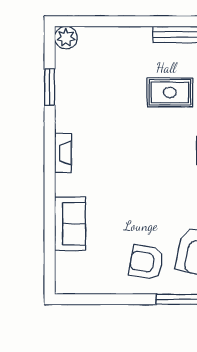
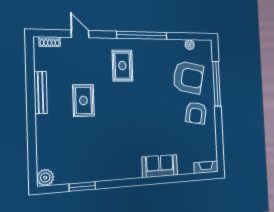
fireplace: (63, 153) -> (206, 167), moved
sofa: (70, 224) -> (160, 166), moved

